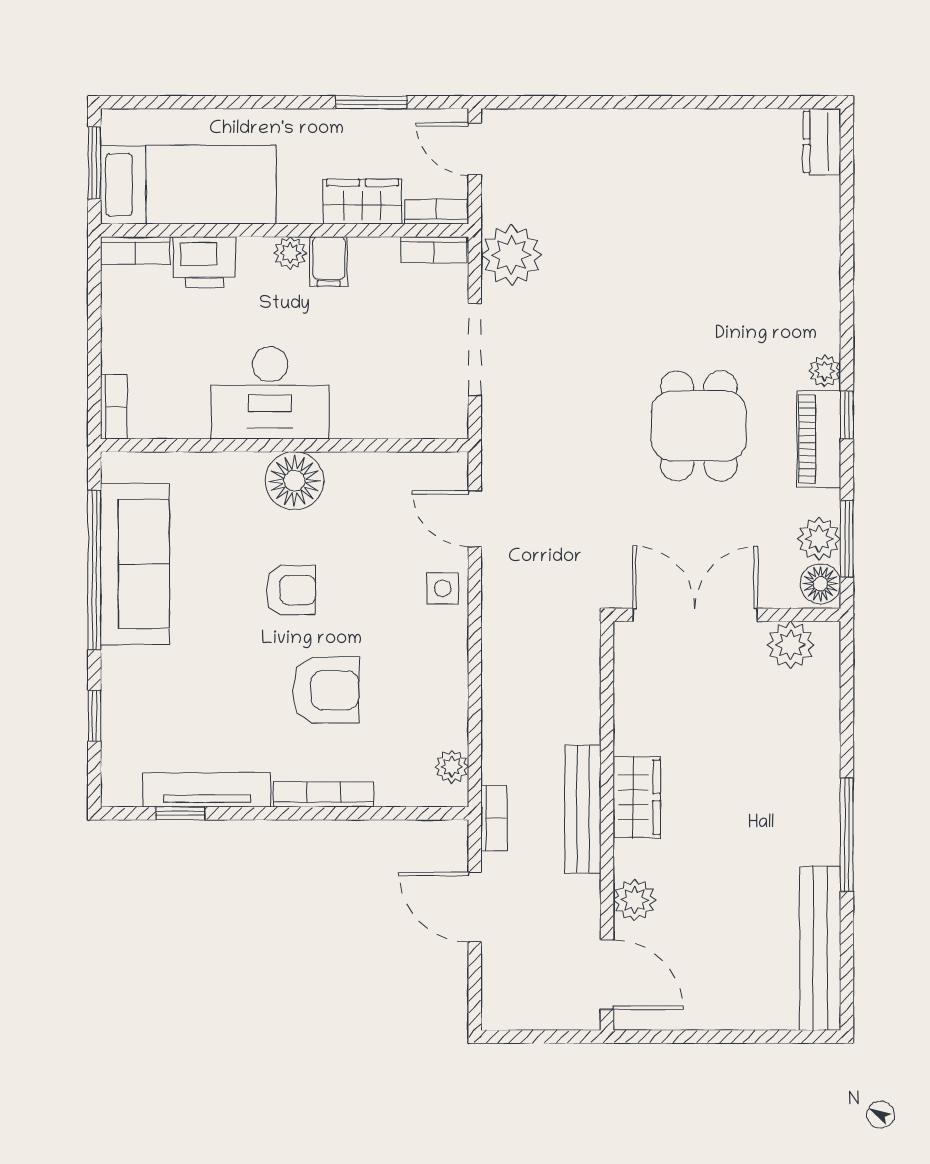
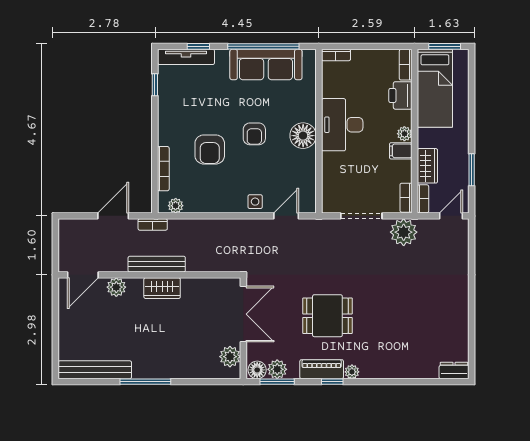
tv unit: (207, 790) -> (186, 57), moved, turned 90
bookcase: (324, 794) -> (163, 169), moved

